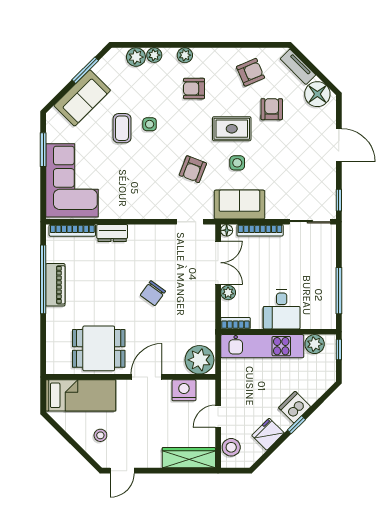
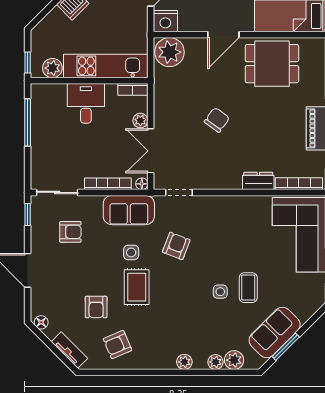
armchair: (194, 89) -> (70, 232), moved
floor lamp: (317, 94) -> (41, 322), width x0.53, depth x0.53
sofa: (82, 98) -> (275, 332), moved
rug: (232, 129) -> (137, 287), turned 90
nightstand: (184, 390) -> (165, 21), moved

